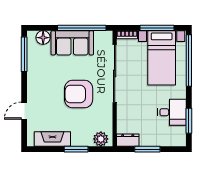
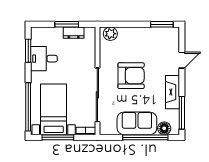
window: (82, 28) -> (145, 137), moved
fireplace: (52, 139) -> (172, 92), moved, turned 90
dresser: (128, 140) -> (74, 33), moved
window: (76, 149) -> (162, 24), moved

